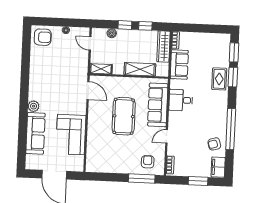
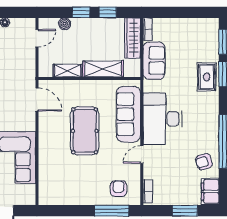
door: (90, 43) -> (37, 38), swing flipped
shelving: (101, 69) -> (68, 71), moved
desk: (181, 100) -> (162, 119), width x1.87, depth x1.30

